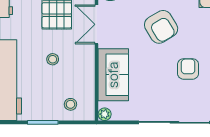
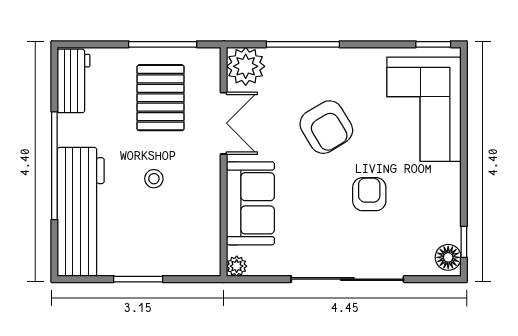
double door: (96, 24) -> (224, 123), swing flipped
stool: (70, 104) -> (182, 250), removed

